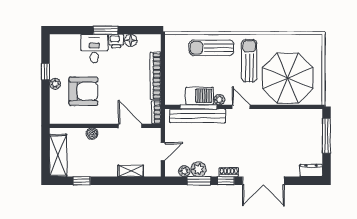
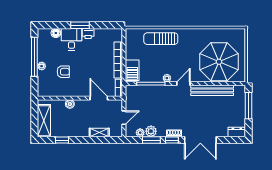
floor lamp: (131, 40) -> (56, 33), moved
sun lounger: (249, 61) -> (190, 48), removed
window: (46, 72) -> (34, 57), width x3.17
armchair: (83, 91) -> (63, 72), width x0.53, depth x0.53
barbecue: (199, 96) -> (132, 70), moved, turned 90
door: (241, 107) -> (183, 84), hinge flipped
bench: (198, 116) -> (212, 90), moved

